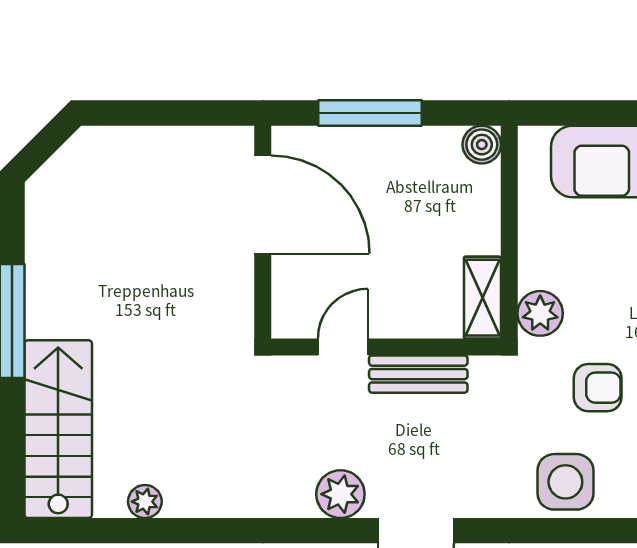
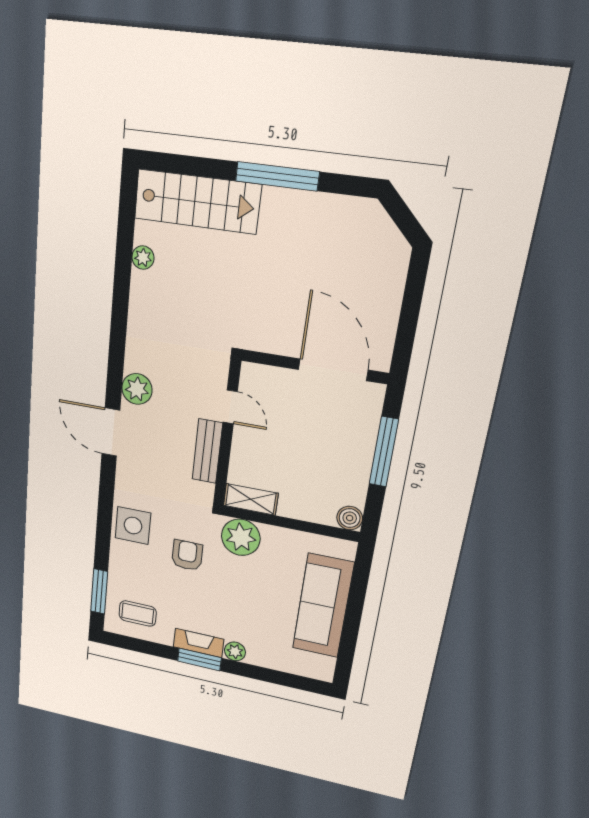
door: (263, 204) -> (333, 370), swing flipped
plant: (540, 313) -> (241, 537), width x1.36, depth x1.36
armchair: (598, 388) -> (187, 555), turned 180

